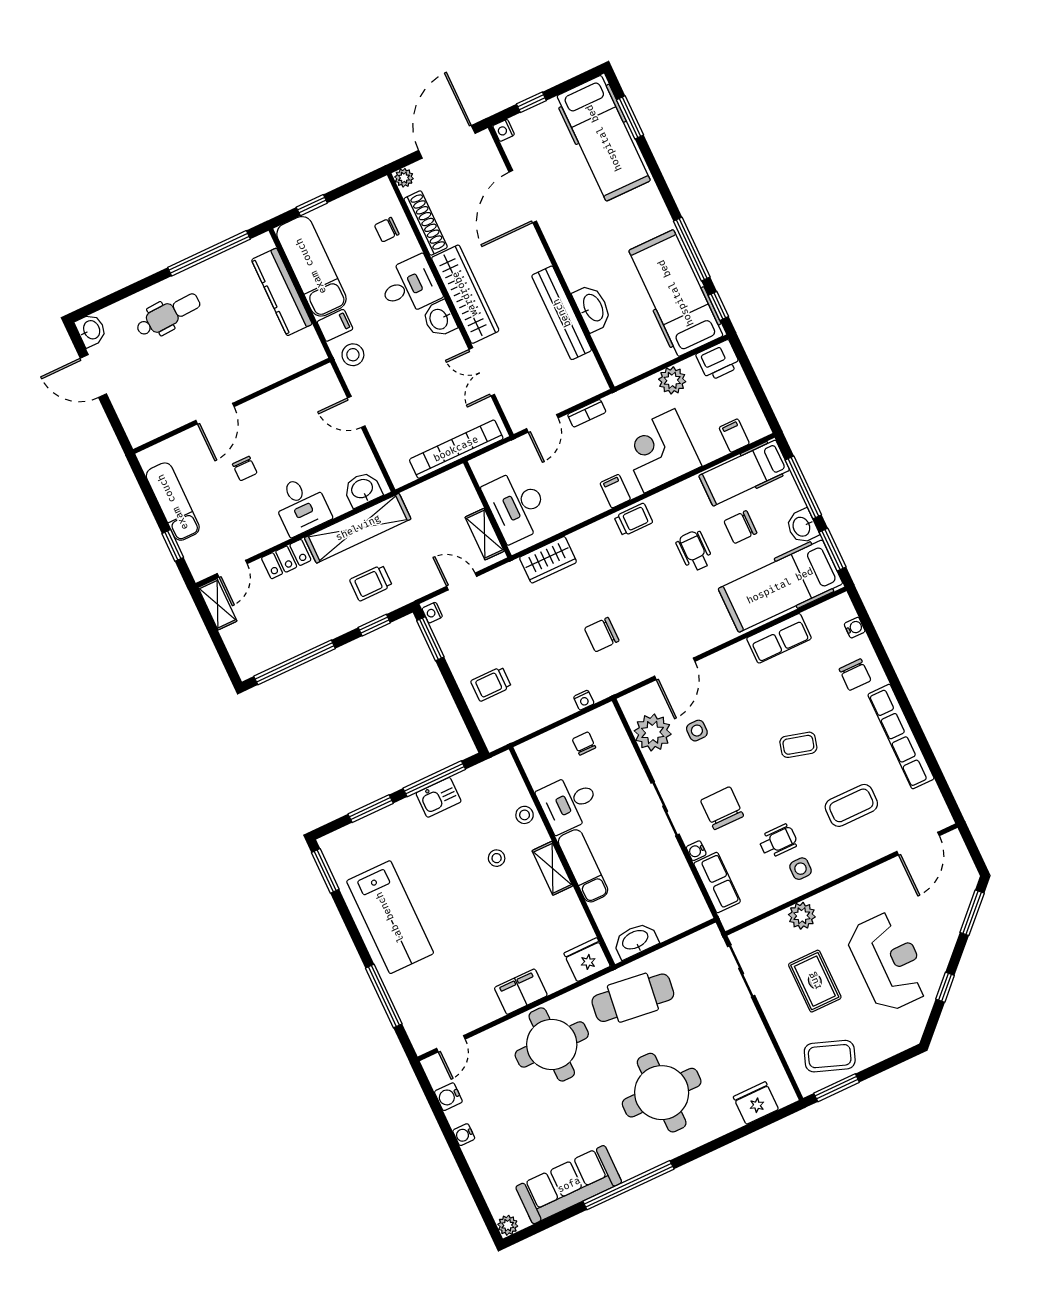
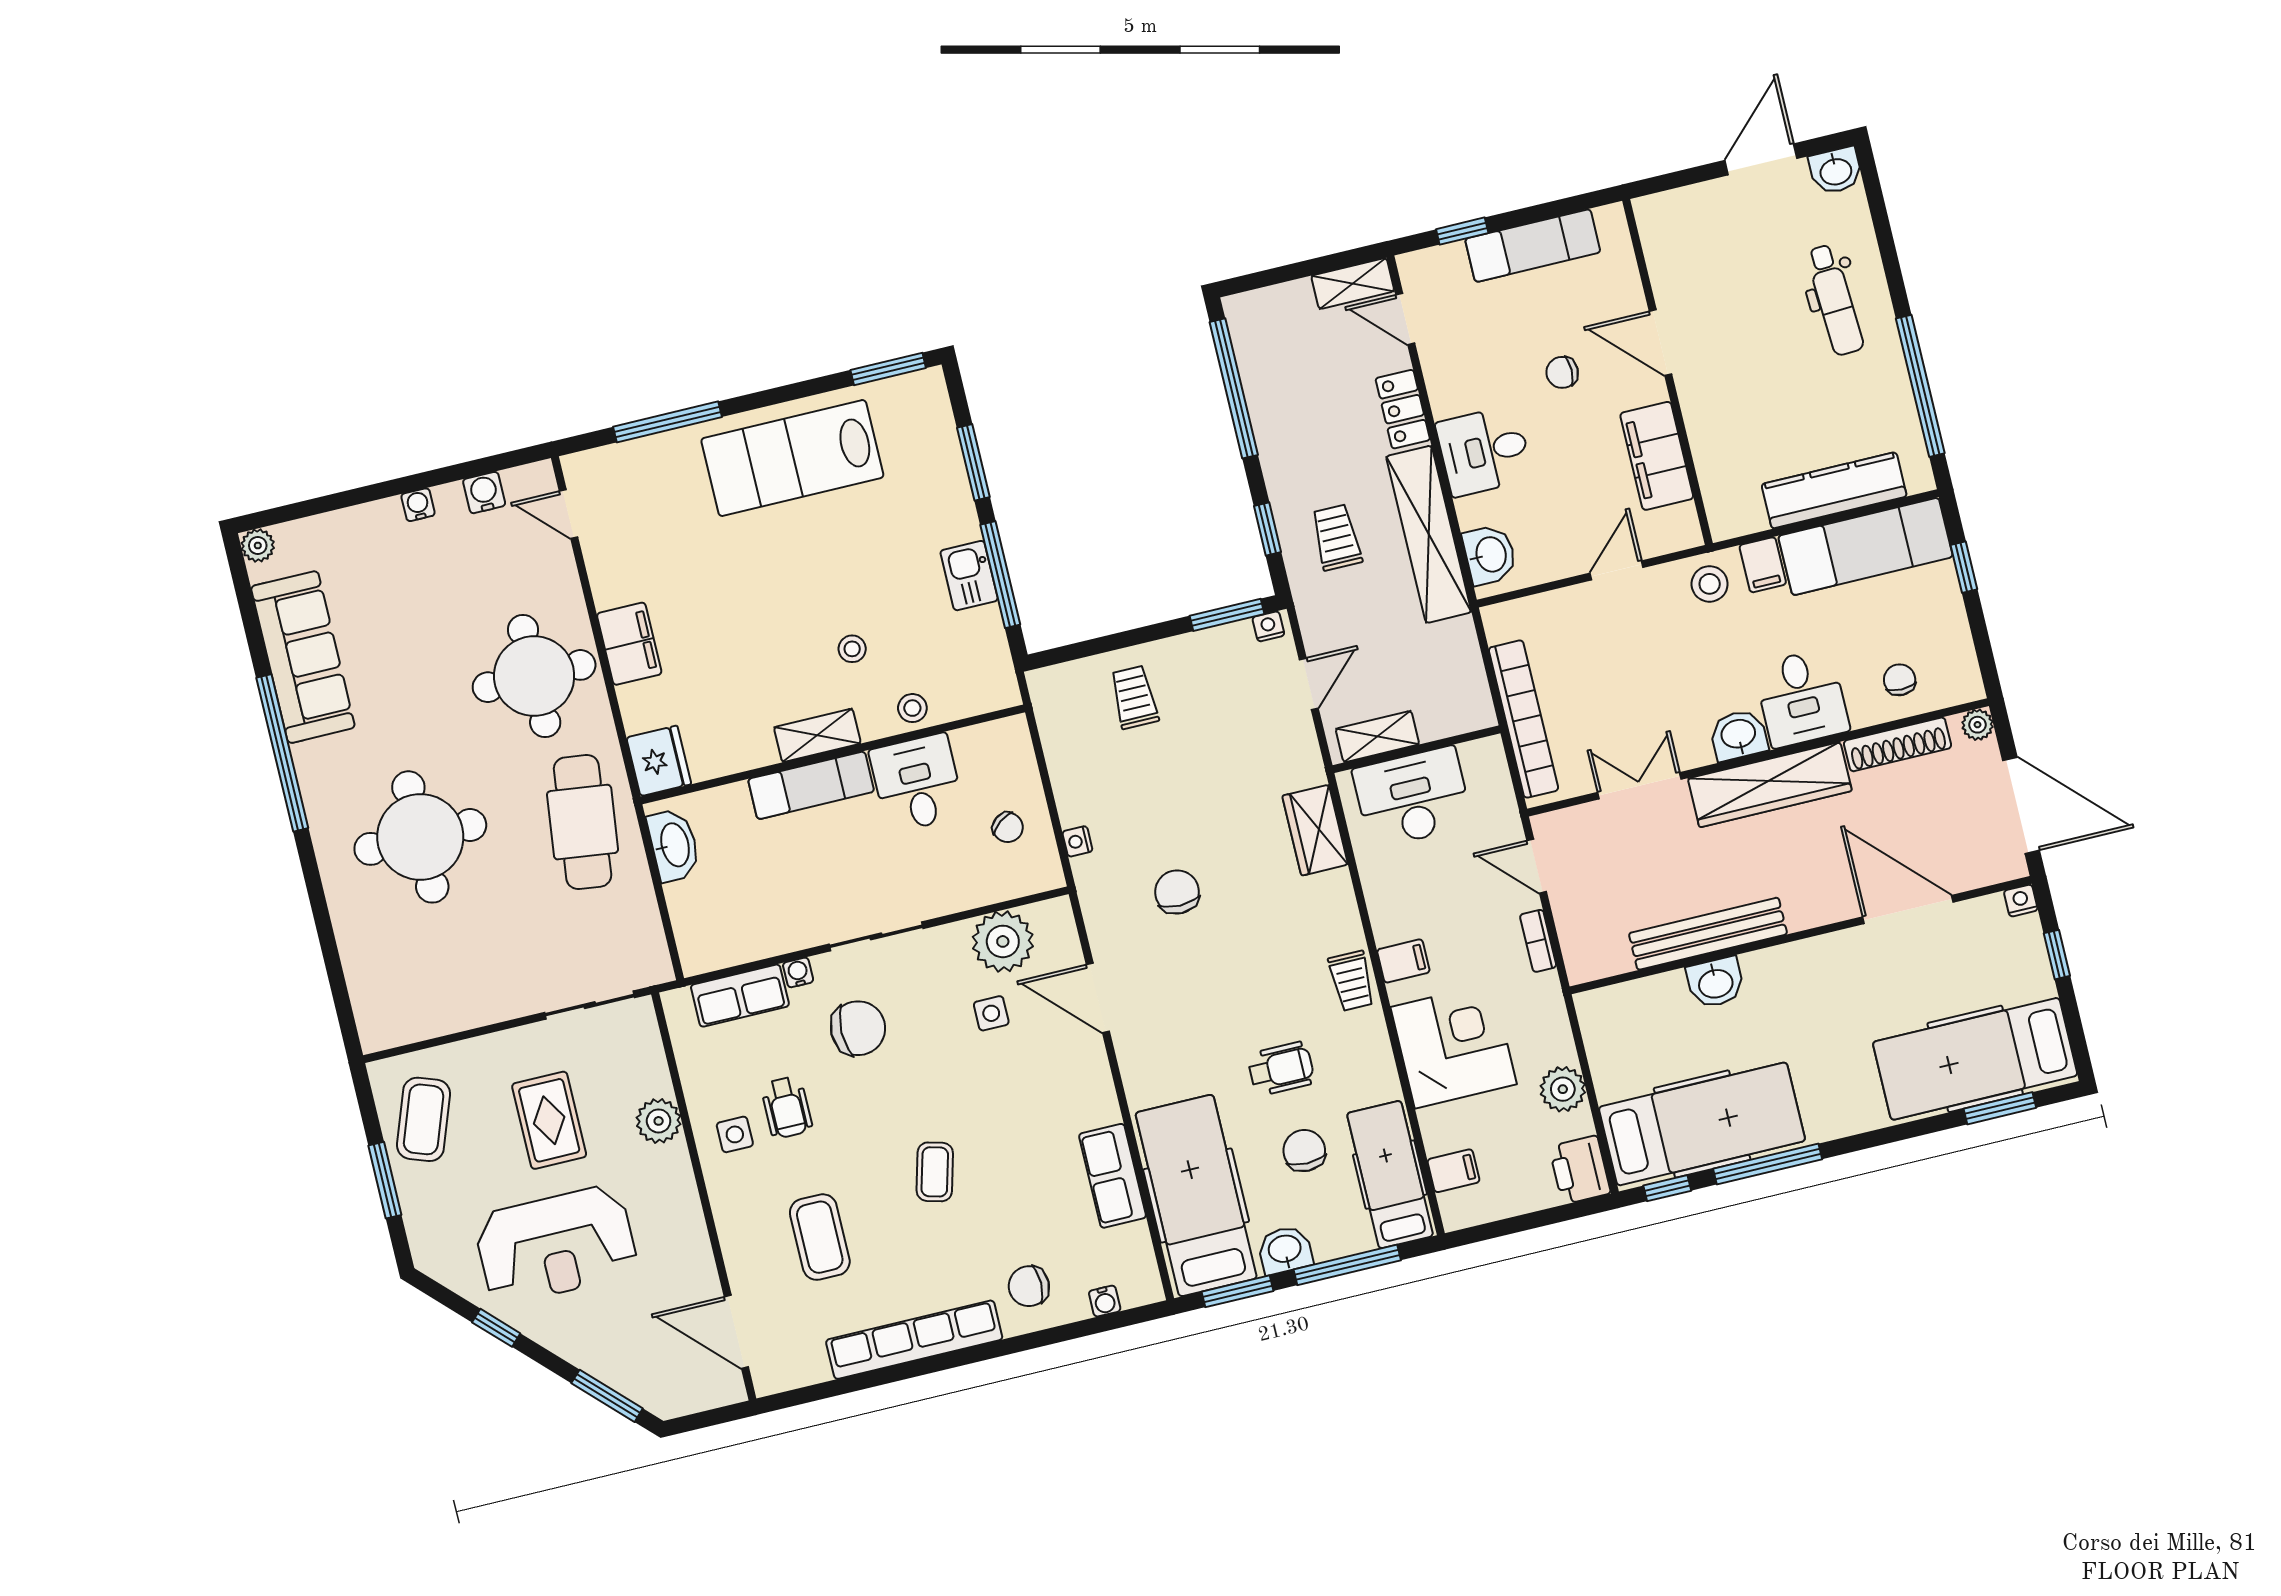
washbasin: (593, 308) -> (1715, 983), width x0.72
filing cabinet: (283, 402) -> (1657, 456), added
chair: (584, 743) -> (1008, 827), turned 53
rug: (815, 981) -> (549, 1120), turned 90
window: (837, 1088) -> (385, 1180), moved
fridge: (756, 1103) -> (372, 985), removed

